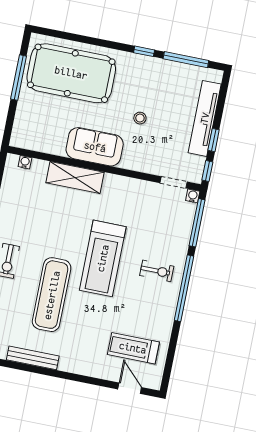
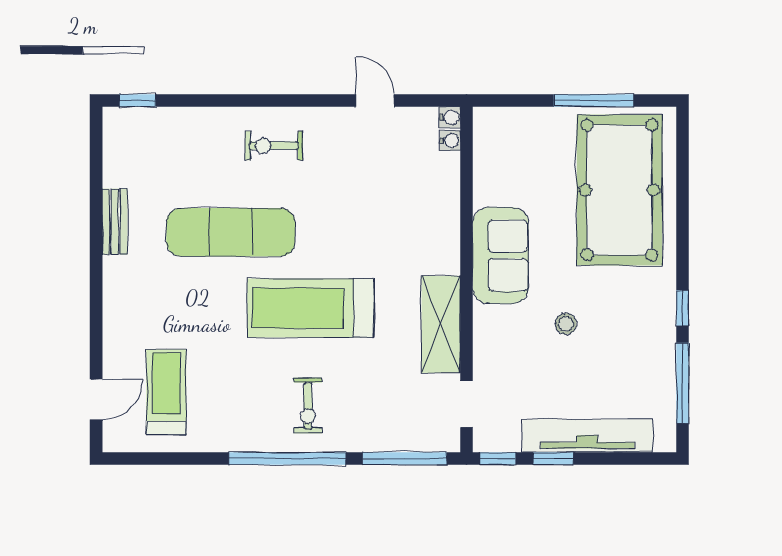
shelving: (75, 177) -> (441, 324), moved
water cooler: (193, 196) -> (450, 117), moved
bench: (33, 358) -> (115, 222), width x0.73

